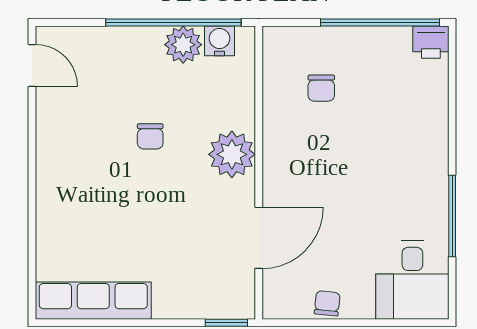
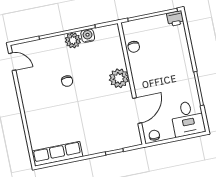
plant: (232, 154) -> (119, 78), moved
wall: (259, 173) -> (132, 84), moved
door: (259, 238) -> (137, 111), moved

